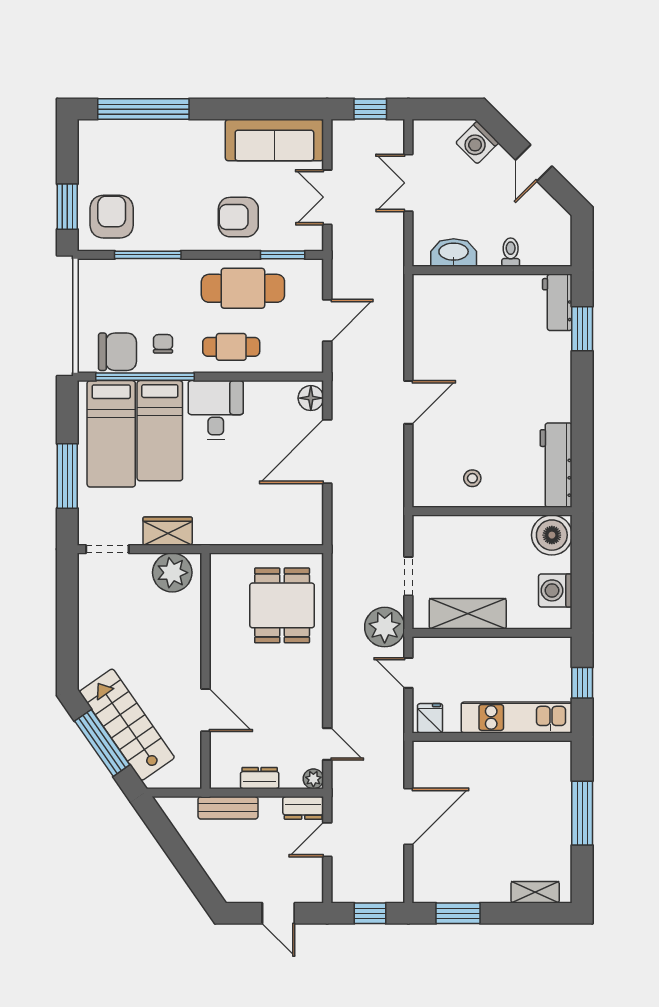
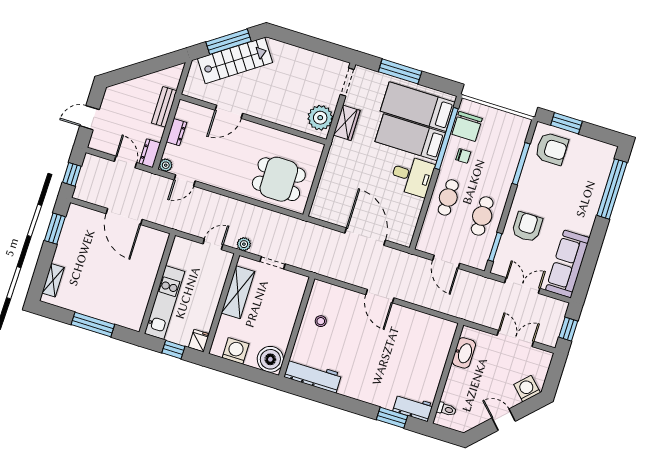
toilet: (511, 252) -> (446, 409), moved
cafe table: (243, 288) -> (482, 216), width x0.73, depth x0.74
floor lamp: (311, 398) -> (401, 237), removed
plant: (385, 627) -> (244, 244), width x0.53, depth x0.53
fridge: (430, 718) -> (199, 341), moved, turned -90

